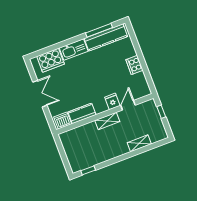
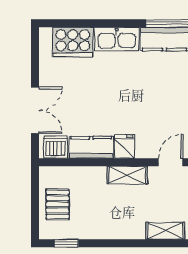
double door: (40, 94) -> (35, 110), moved
fridge: (112, 101) -> (125, 147), moved
pallet: (75, 151) -> (58, 204), added

